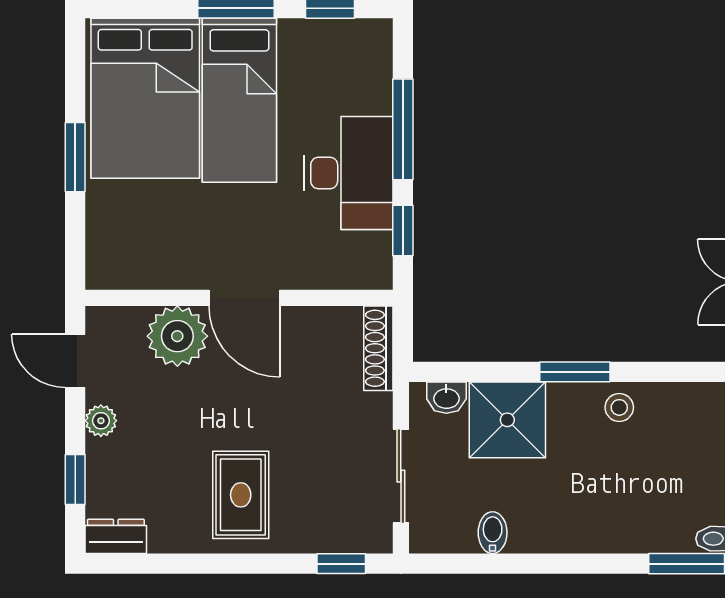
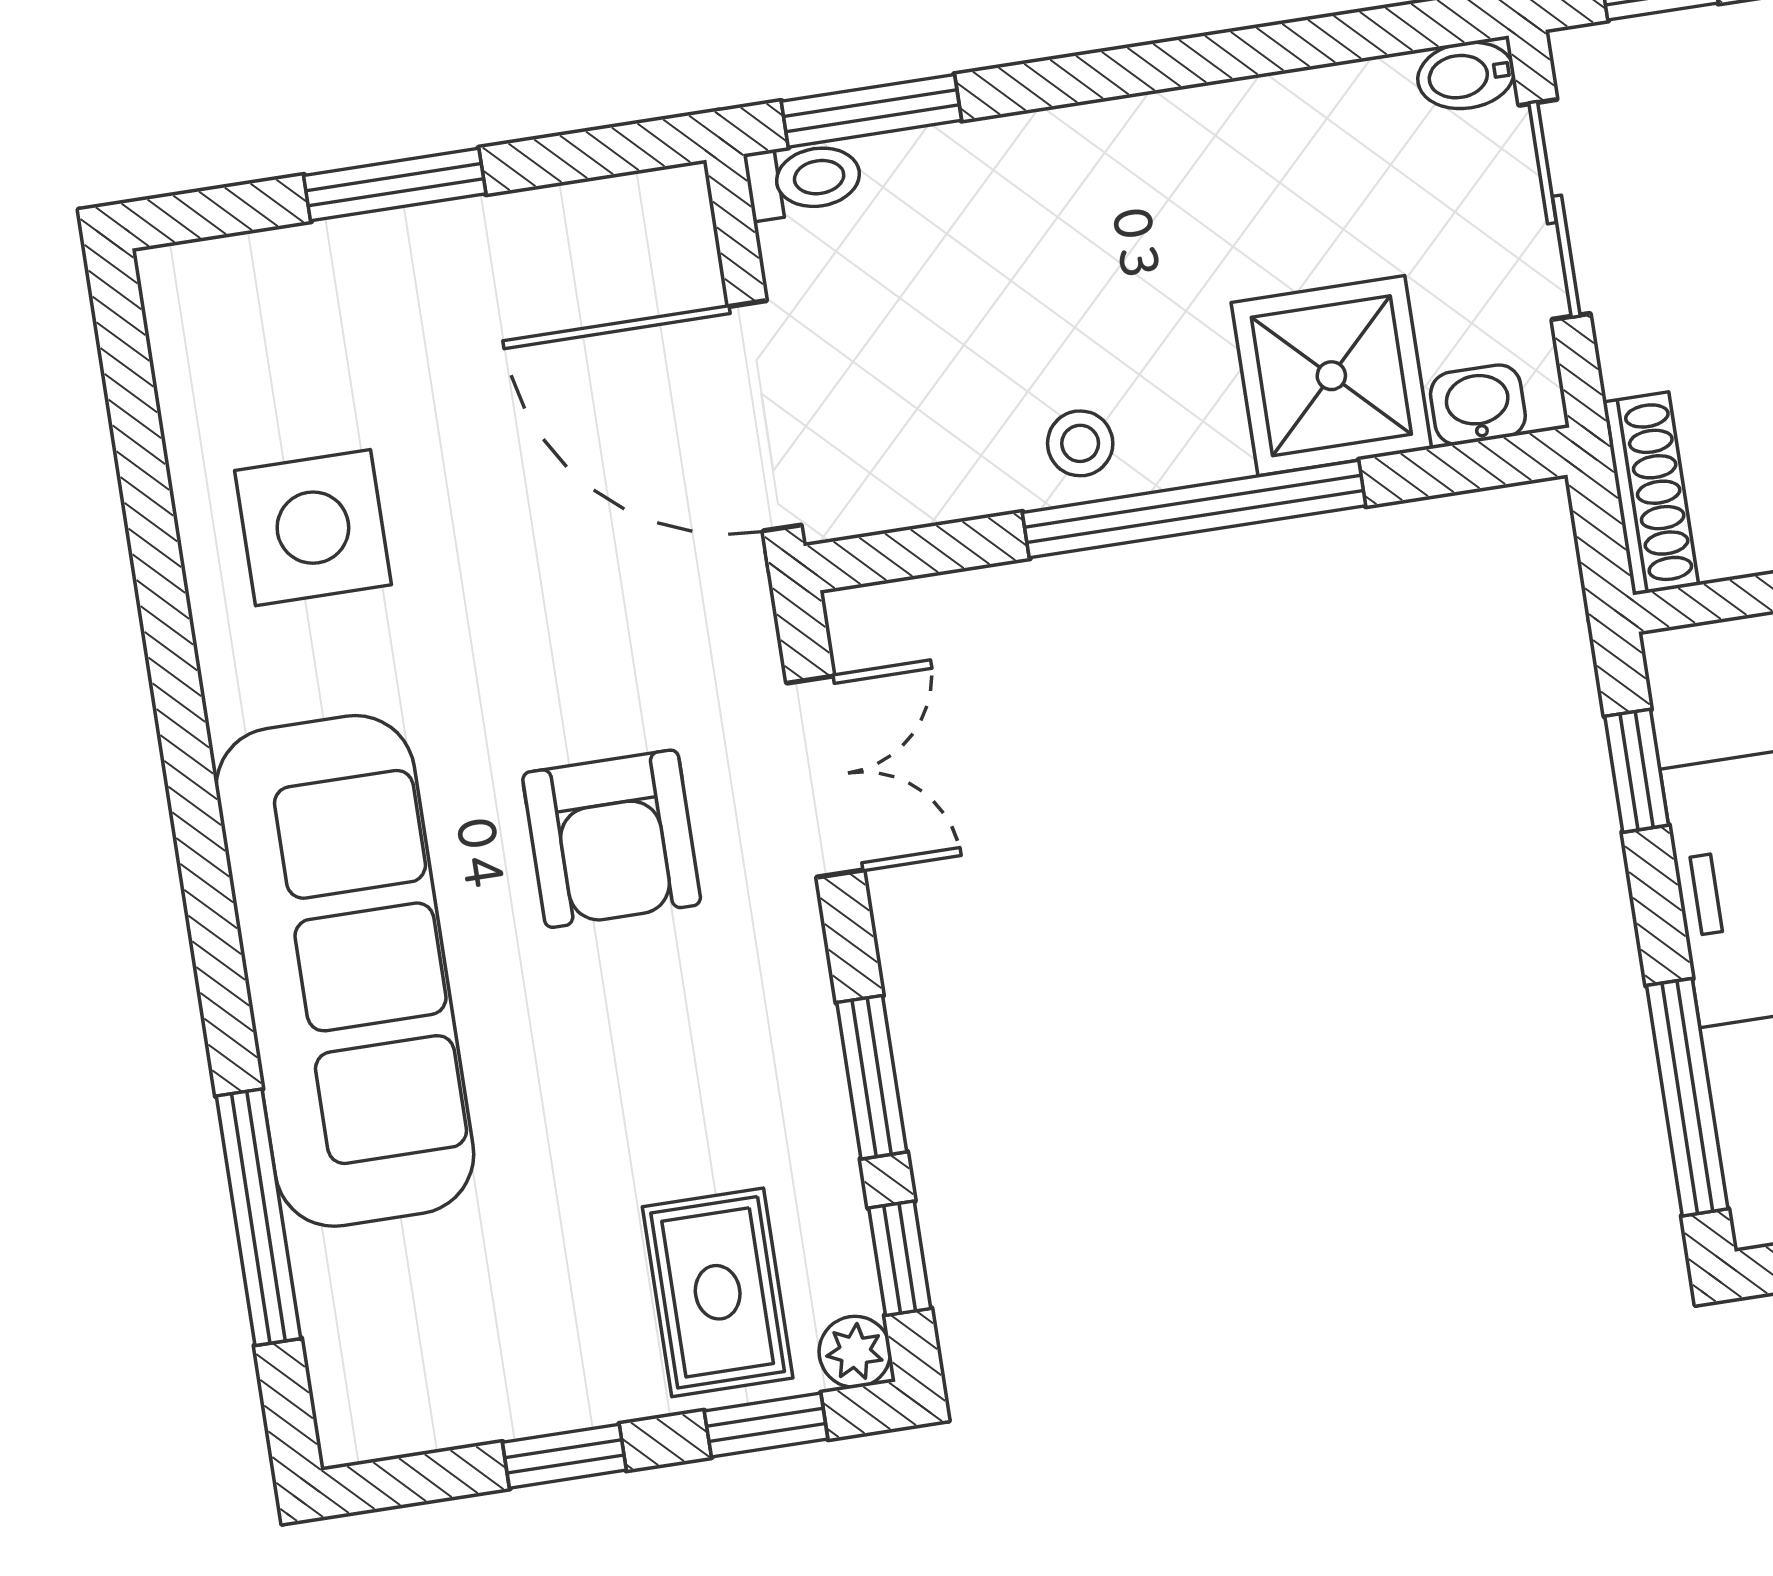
window: (403, 129) -> (1687, 1097), moved
window: (575, 372) -> (1194, 509), width x2.11
bidet: (493, 533) -> (1466, 75), moved, turned 90

